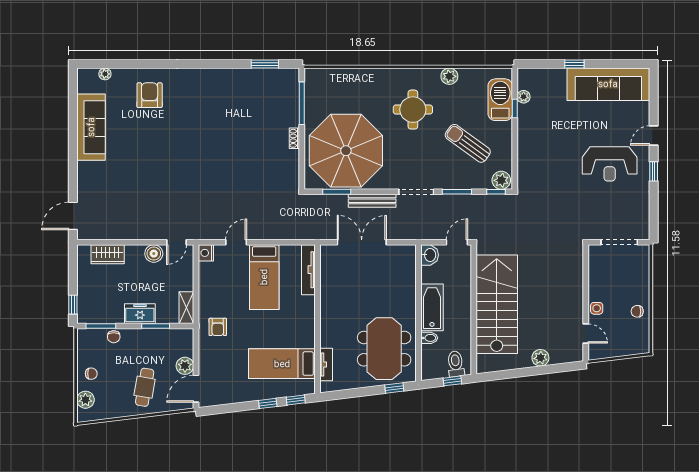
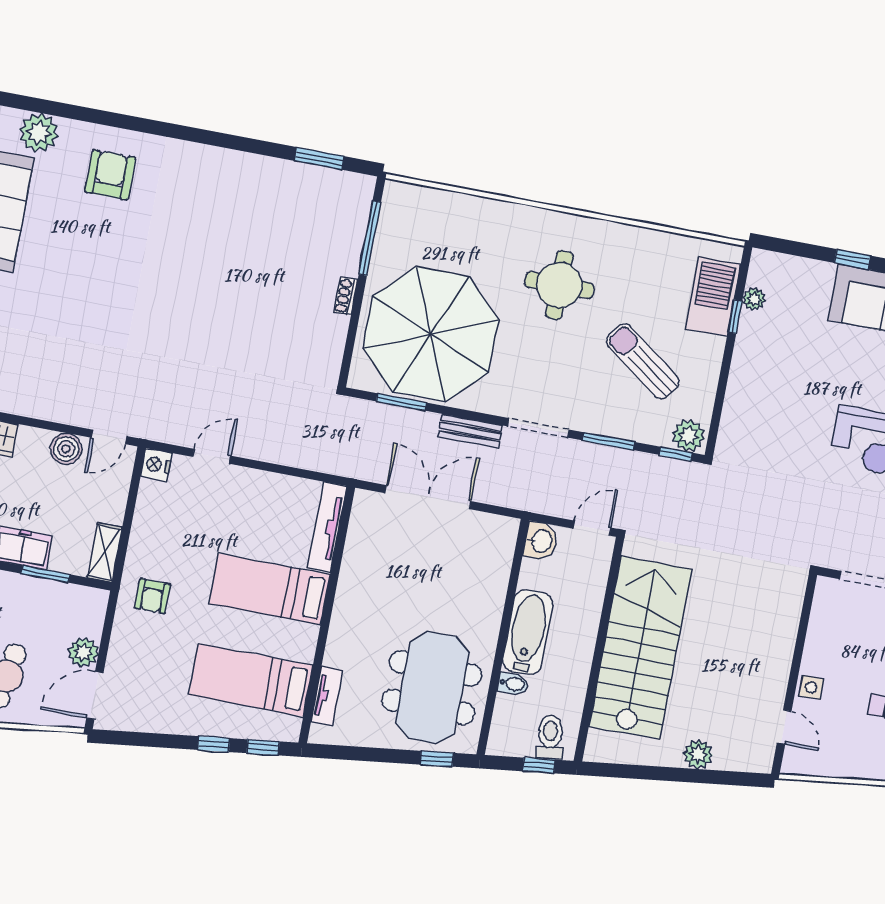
plant: (105, 74) -> (39, 133), width x1.88, depth x1.88
plant: (449, 76) -> (633, 240), removed
bench: (372, 201) -> (470, 431), width x0.73
bed: (264, 277) -> (269, 589), moved, turned 90

